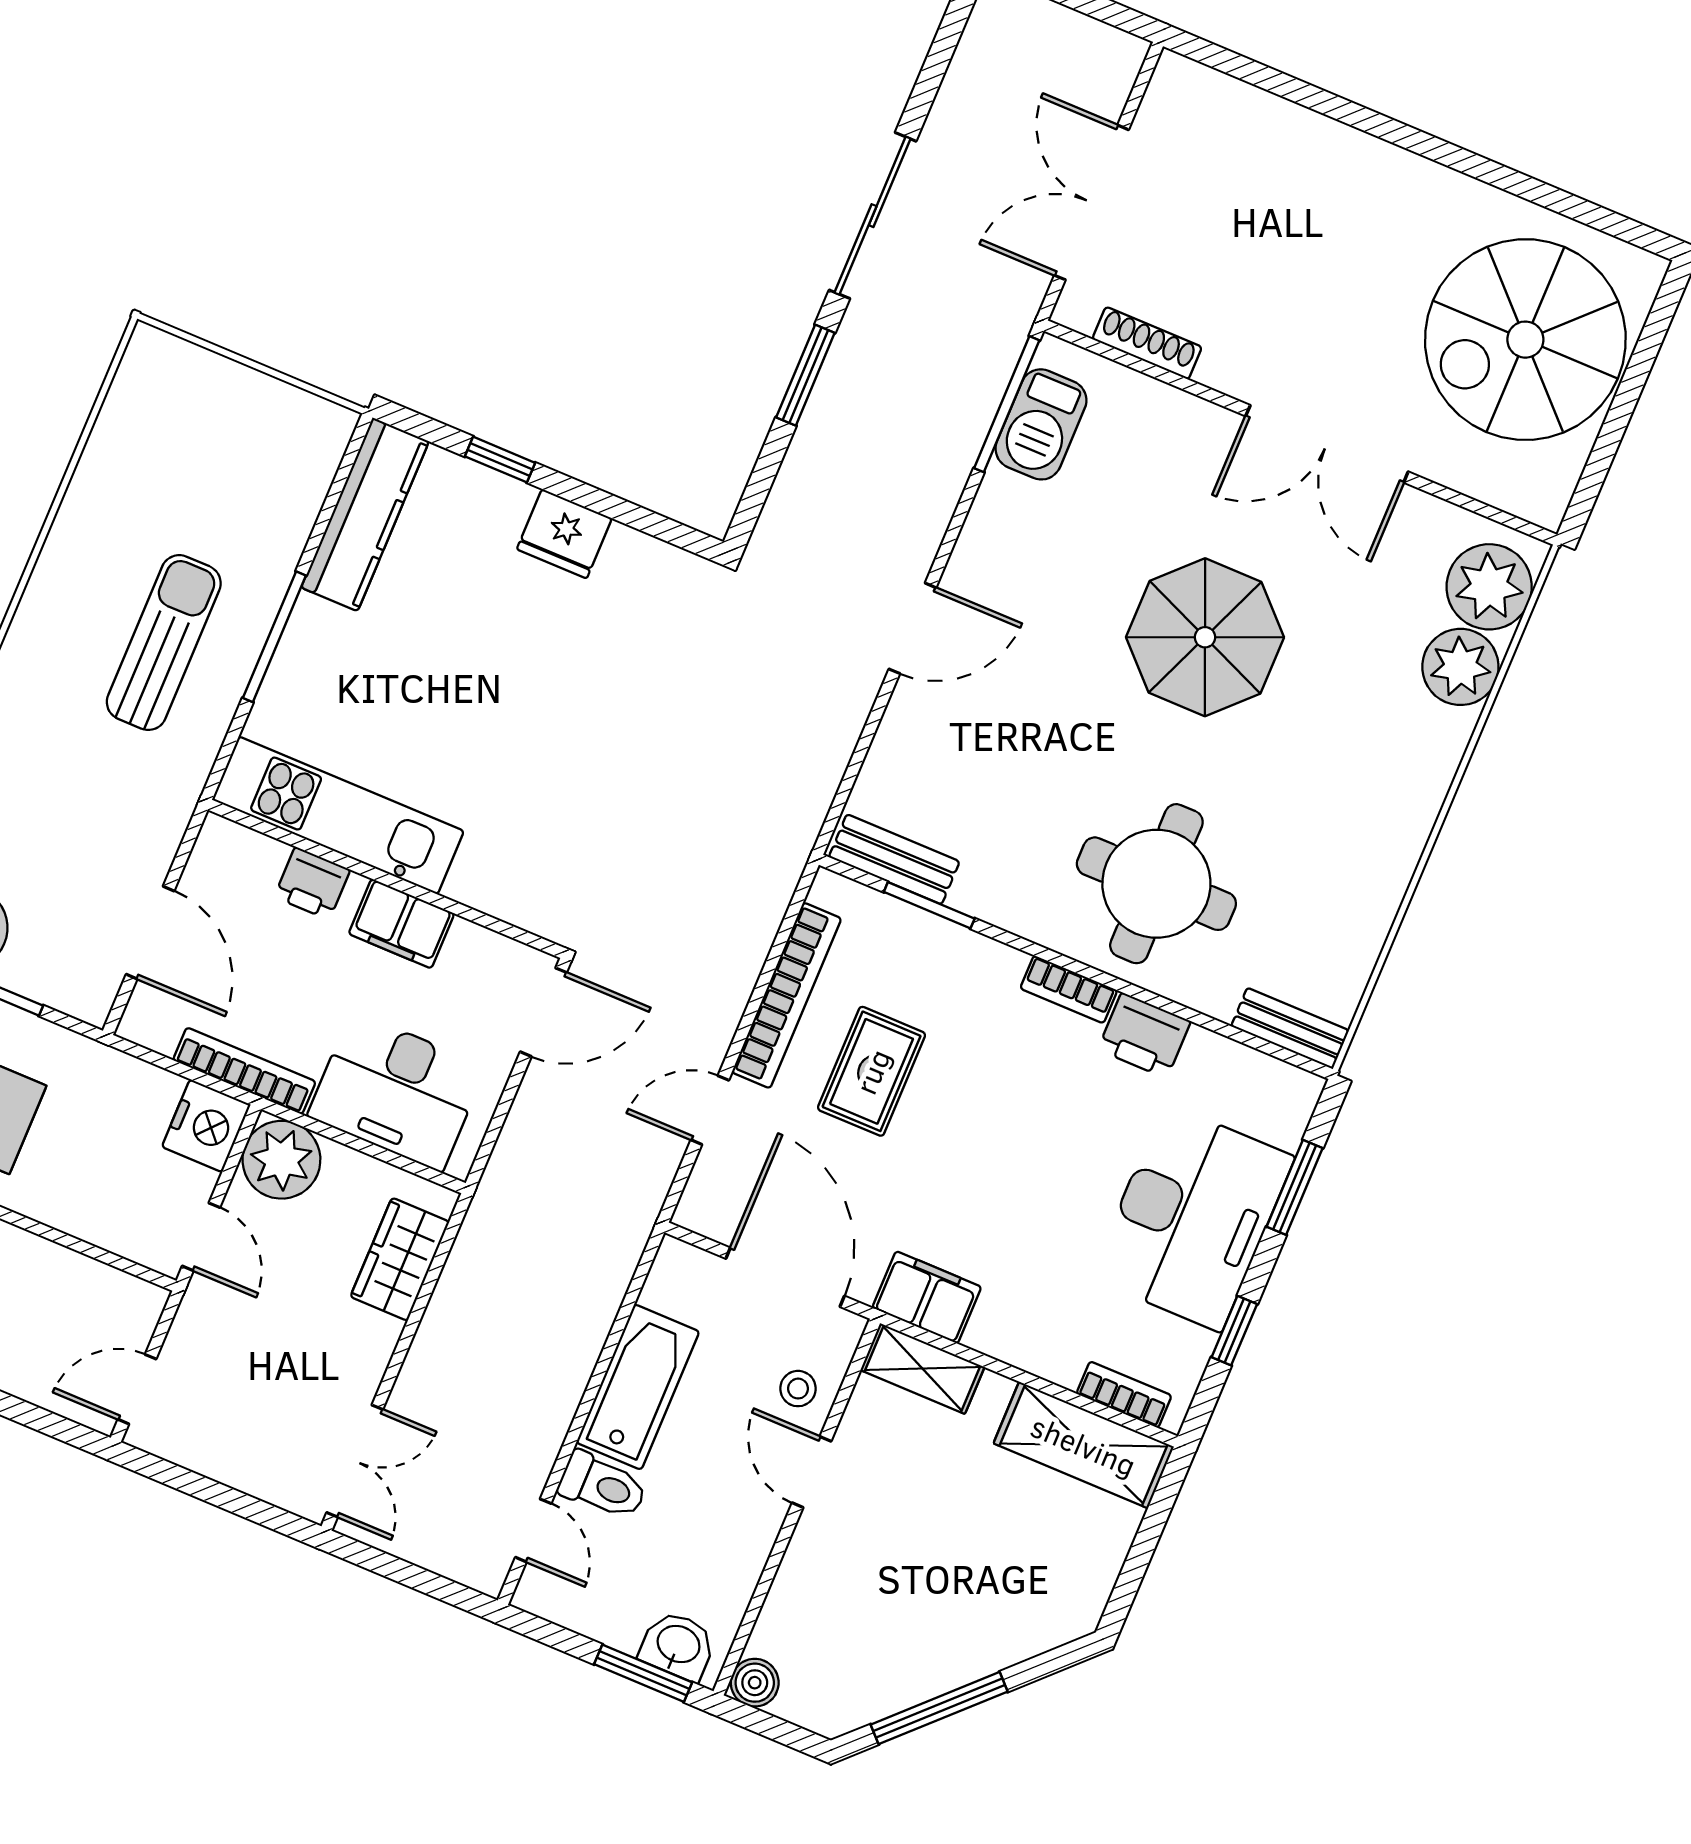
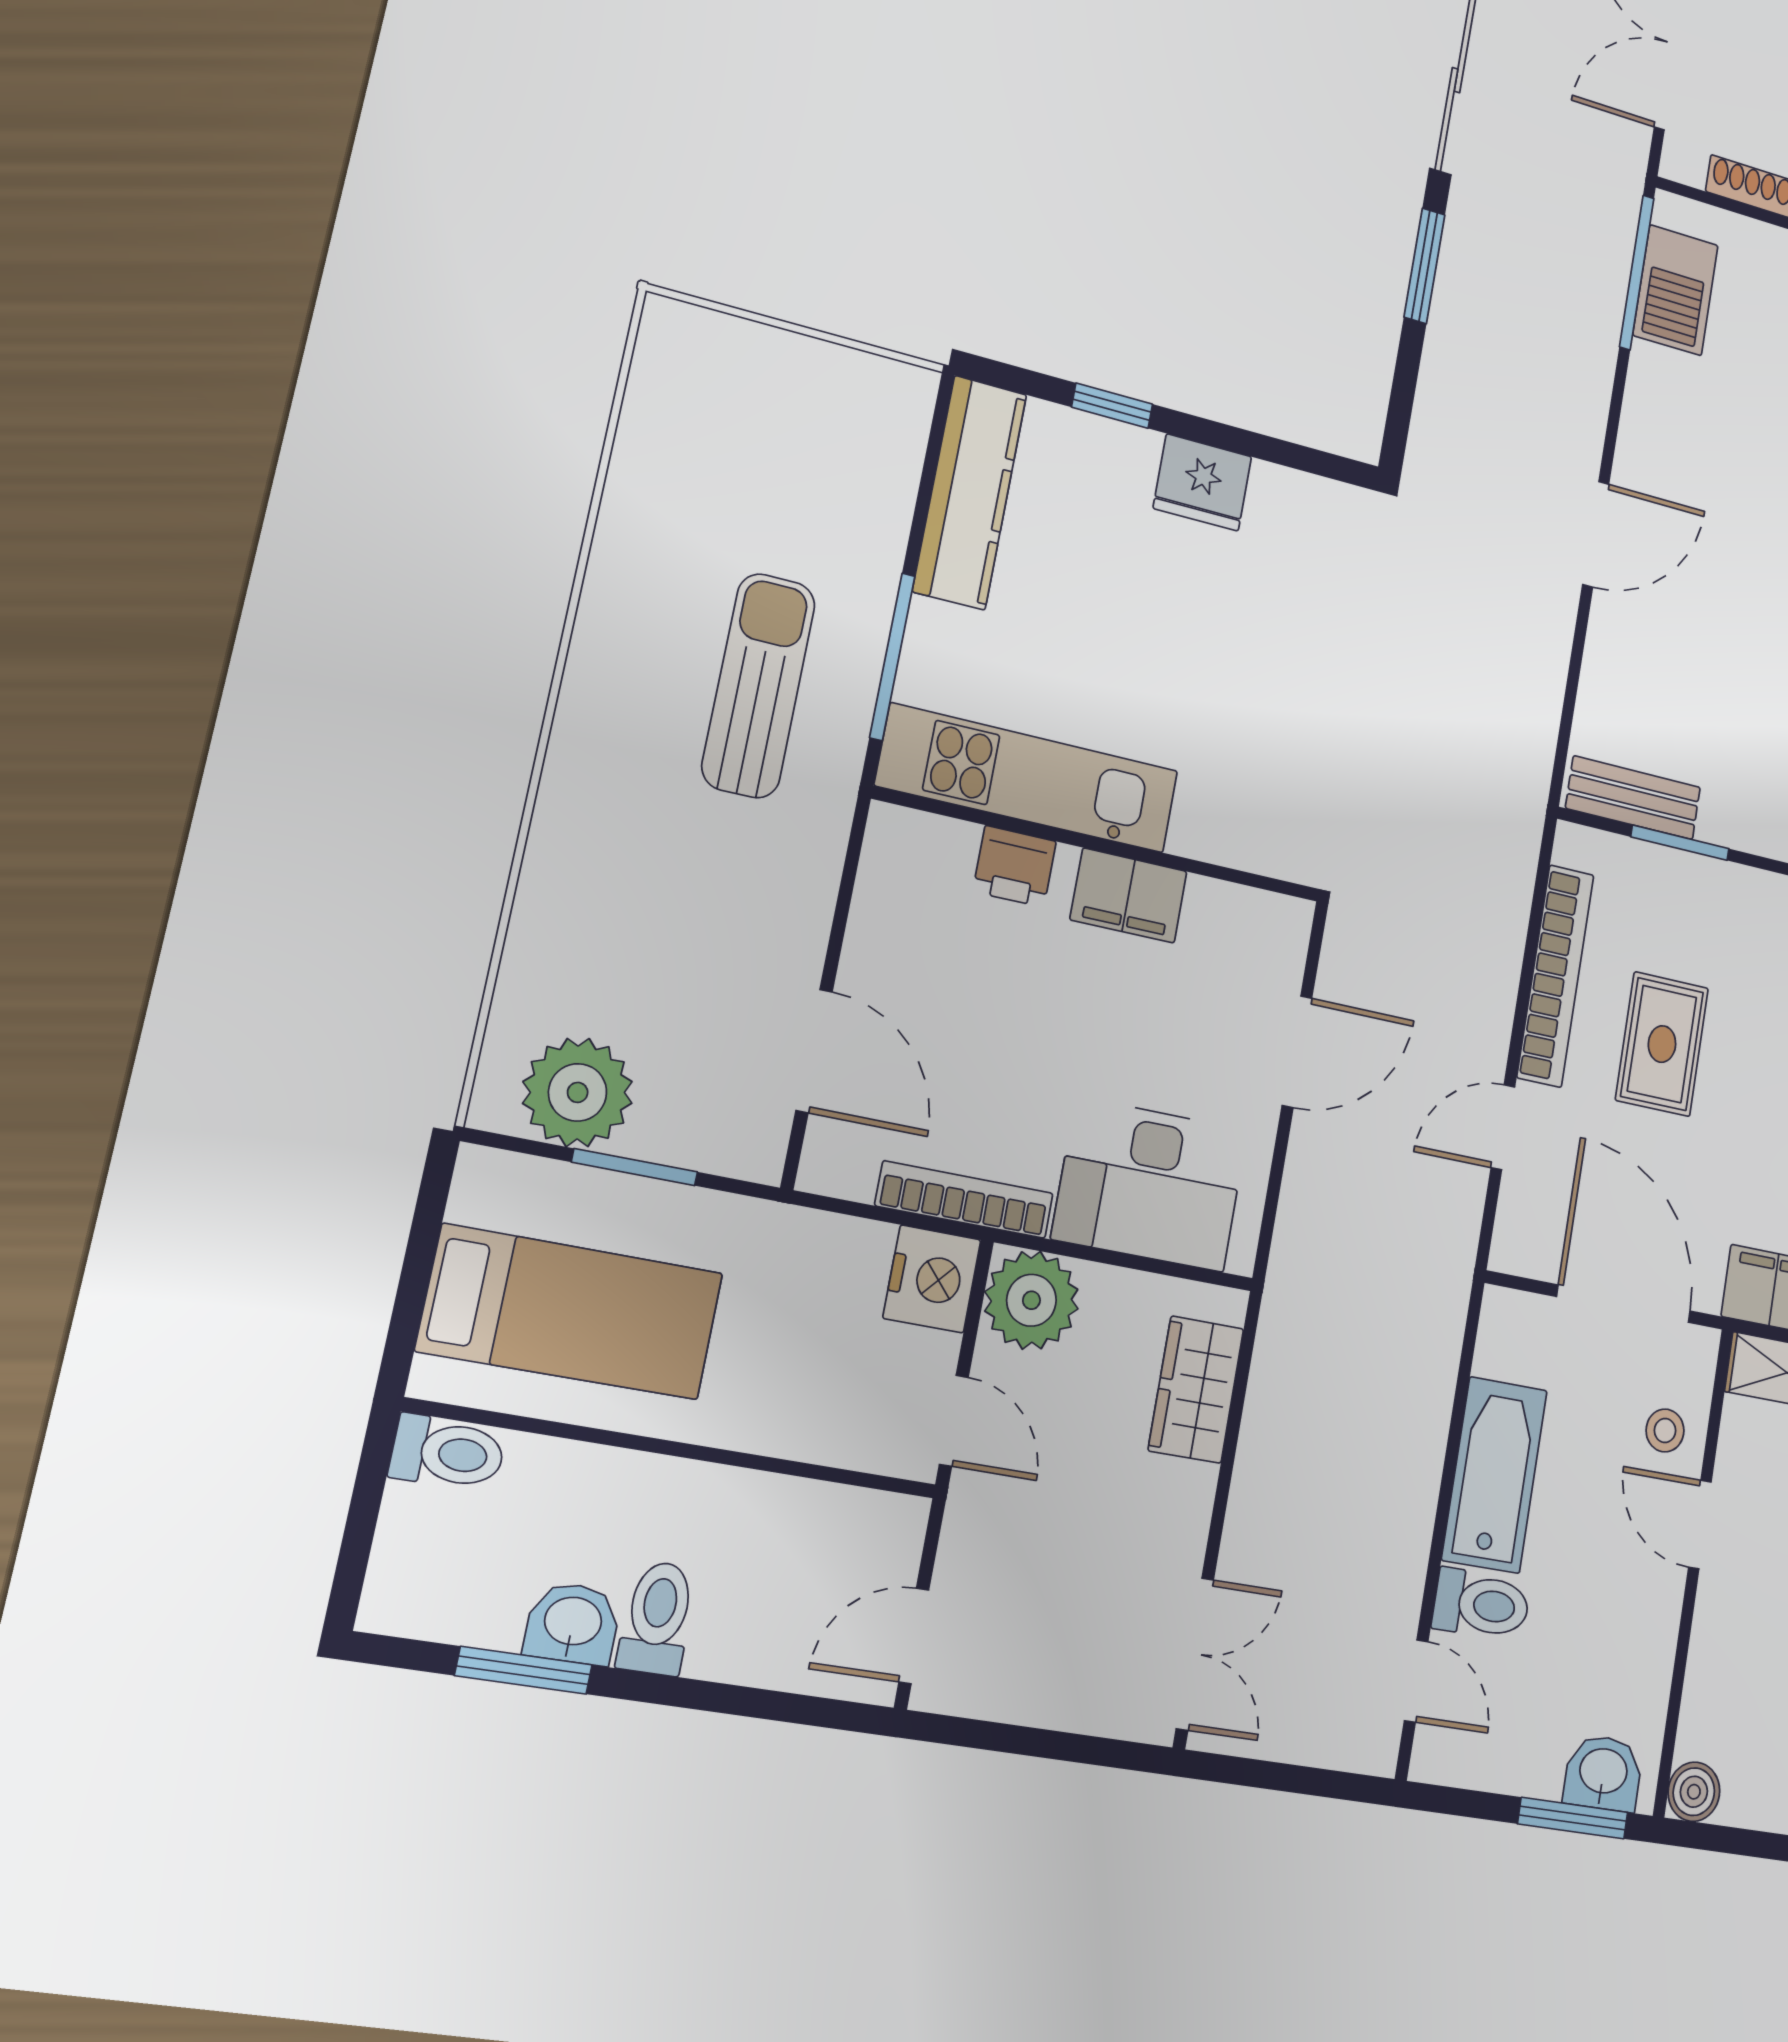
kitchen unit: (338, 815) -> (1028, 778), moved
wall: (386, 879) -> (1100, 845), moved
printer: (312, 883) -> (1015, 866), moved
filing cabinet: (401, 924) -> (1129, 896), moved

